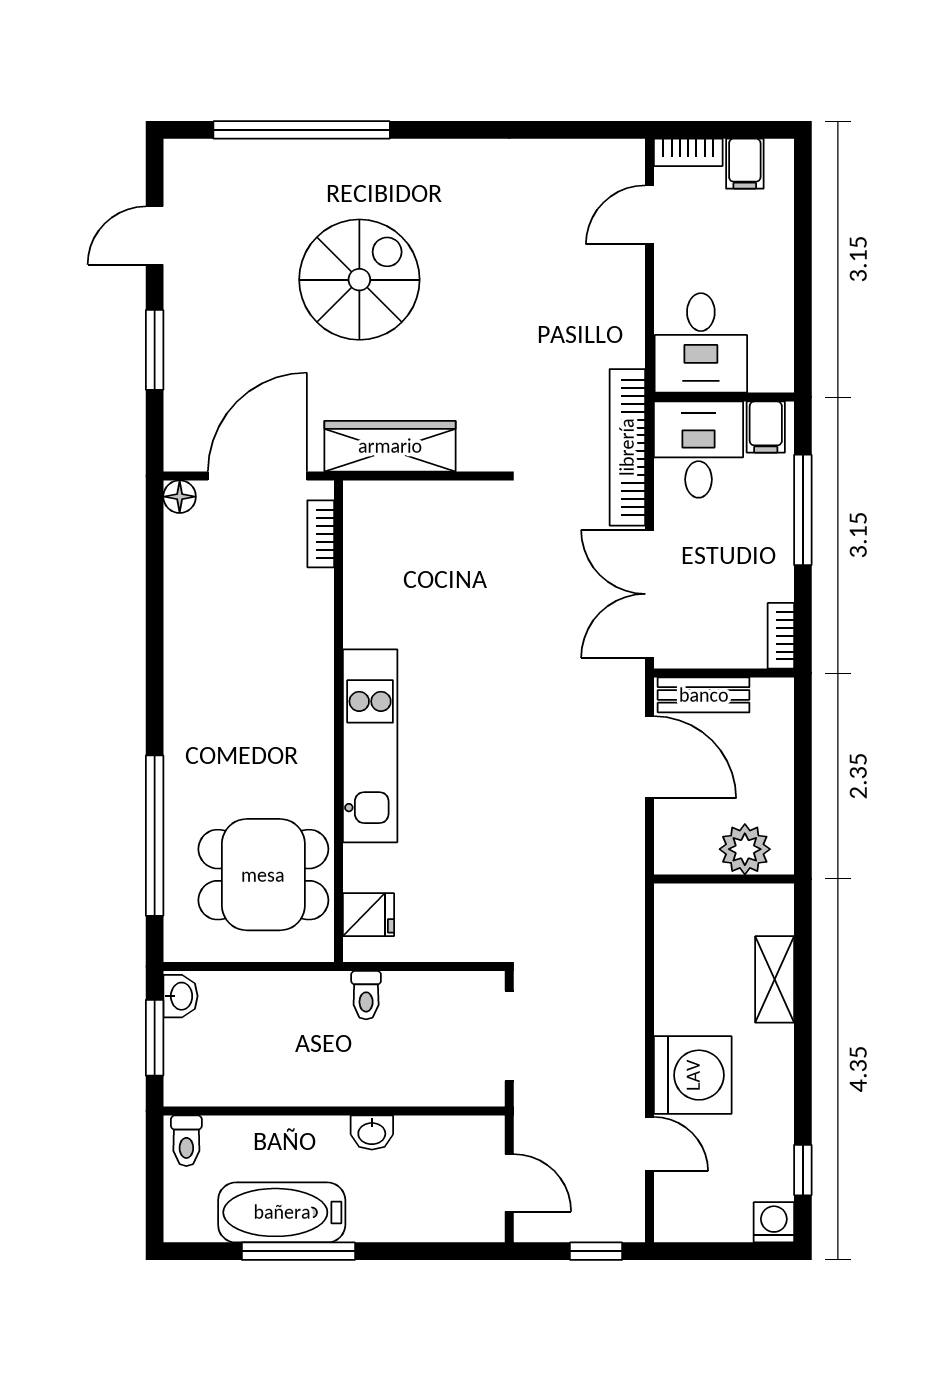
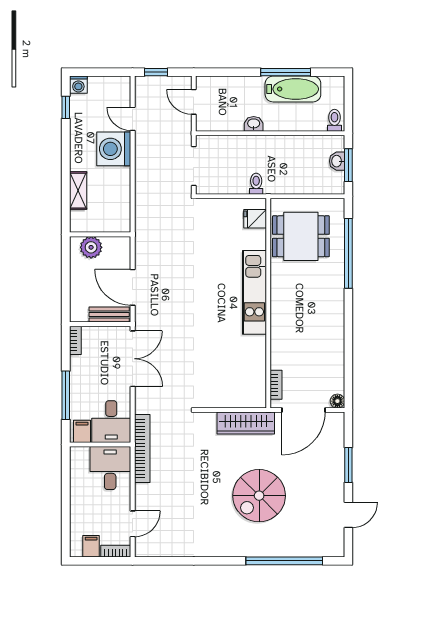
bookcase: (627, 447) -> (142, 448), moved
washbasin: (181, 996) -> (337, 161), moved

